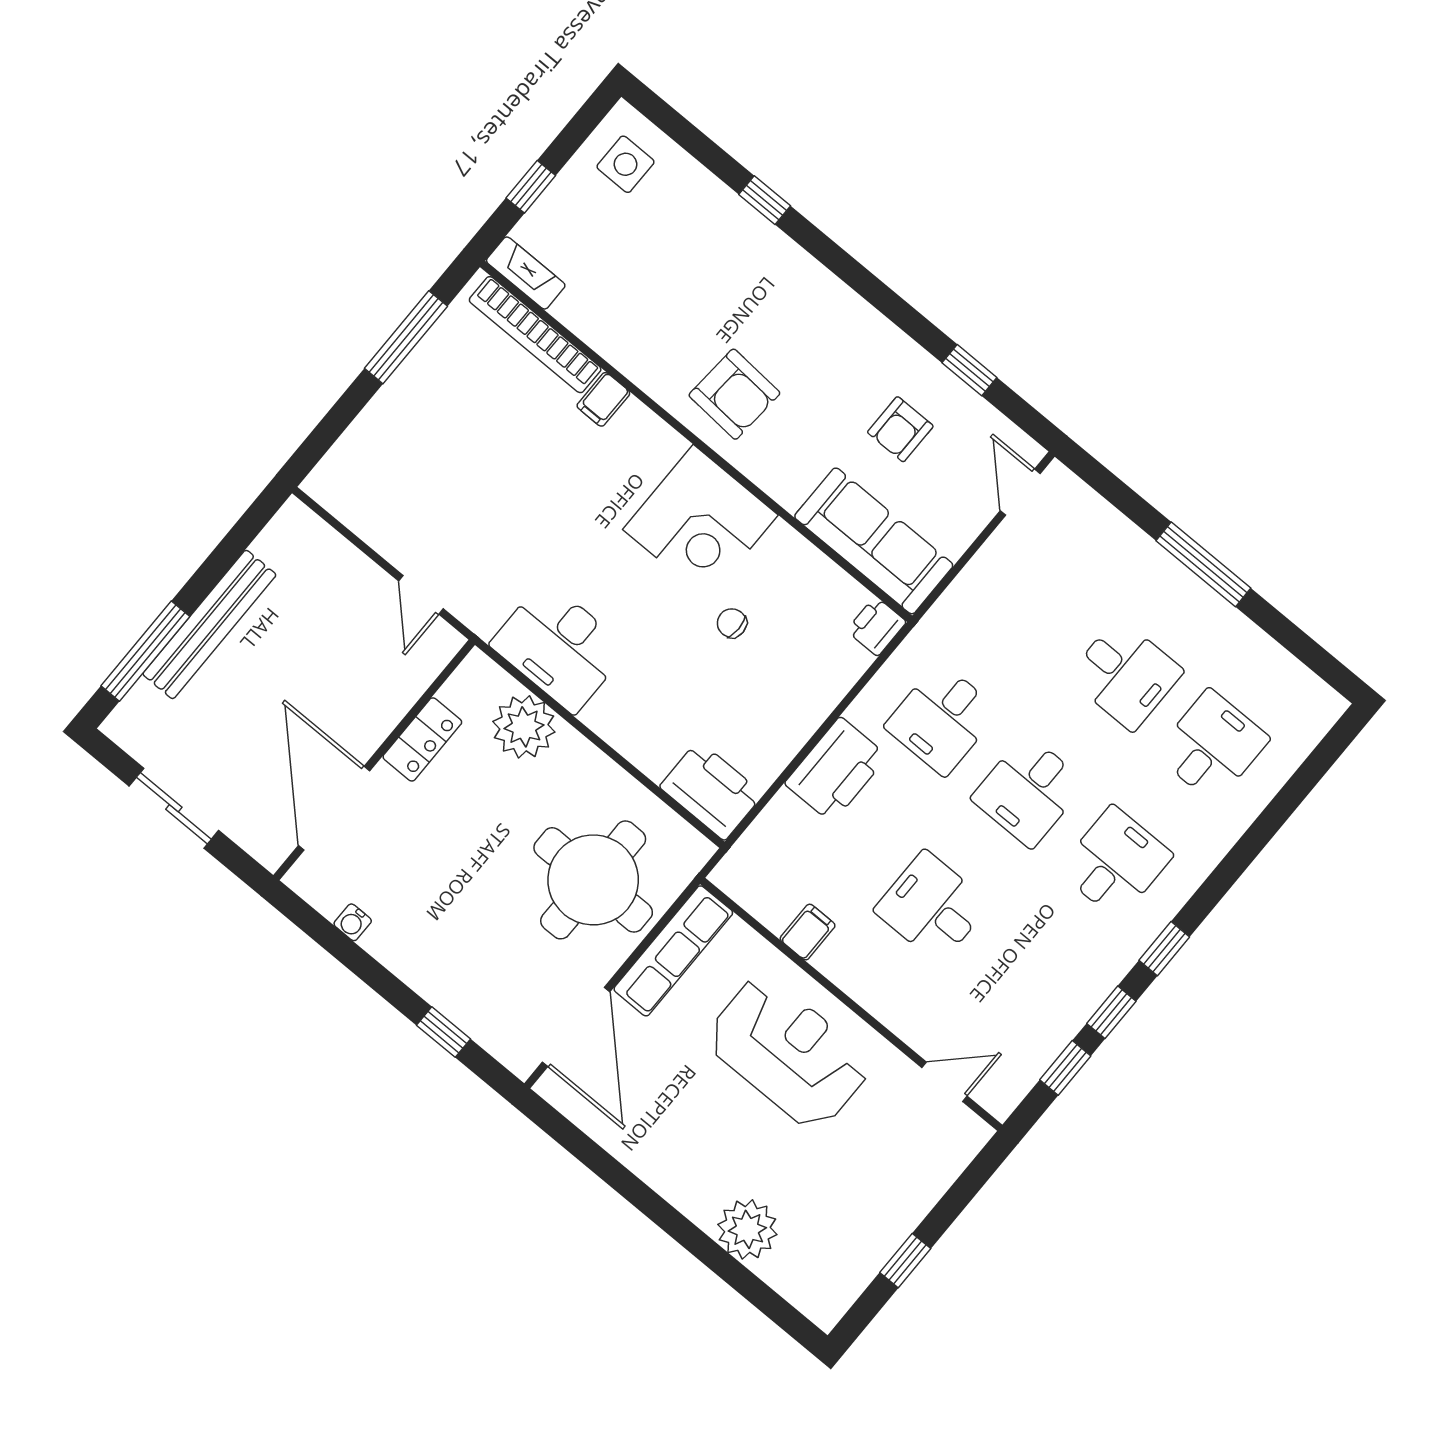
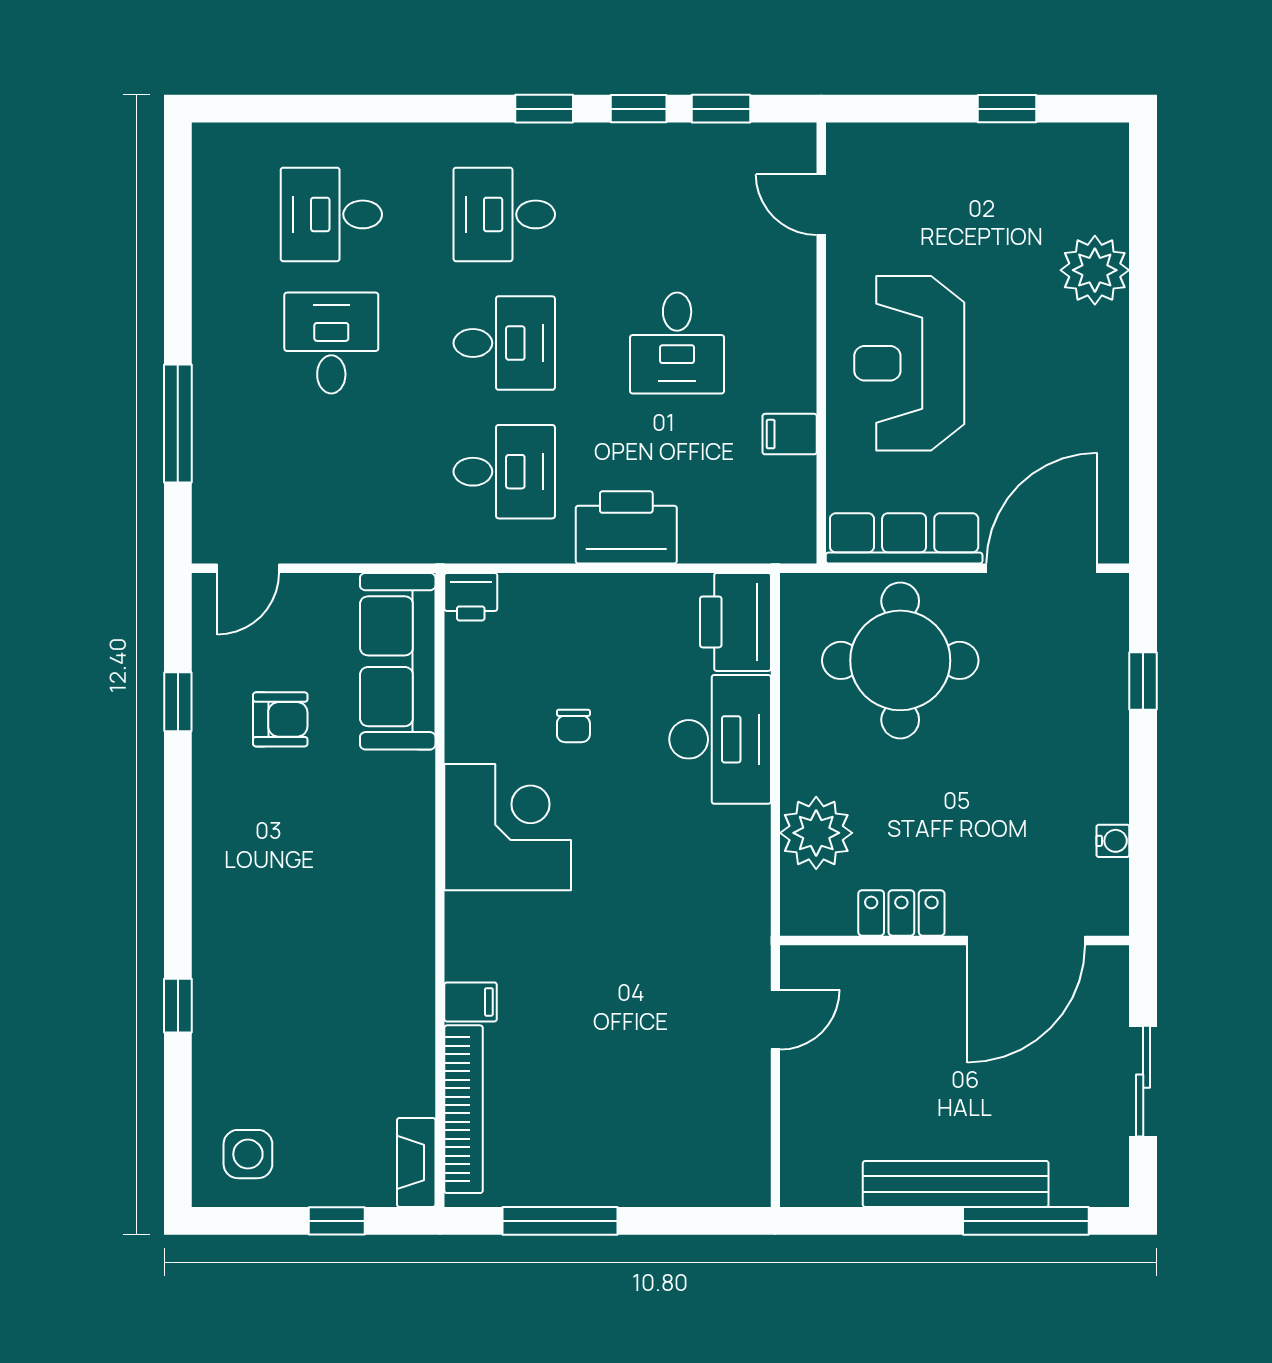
armchair: (734, 394) -> (370, 891), removed
window: (1203, 564) -> (178, 424), moved
desk: (559, 647) -> (720, 739), moved

